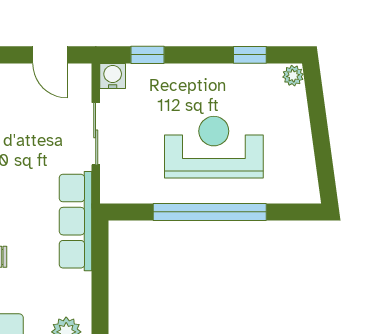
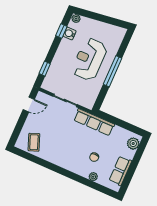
water cooler: (113, 76) -> (70, 34), moved
window: (210, 212) -> (113, 71), width x0.68

